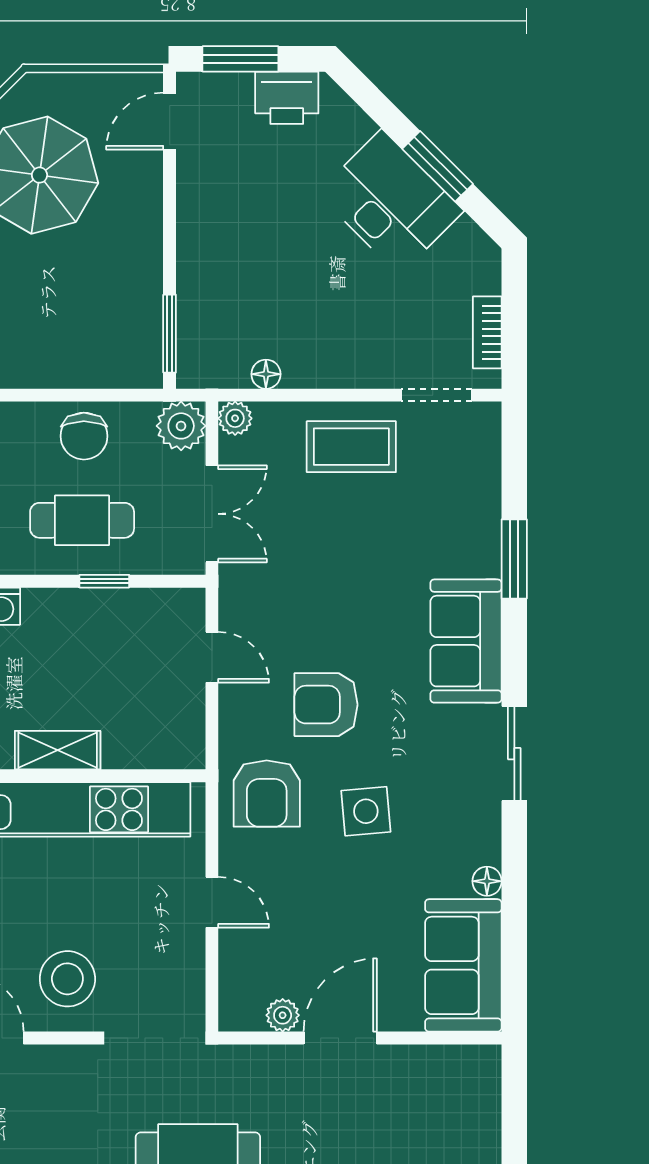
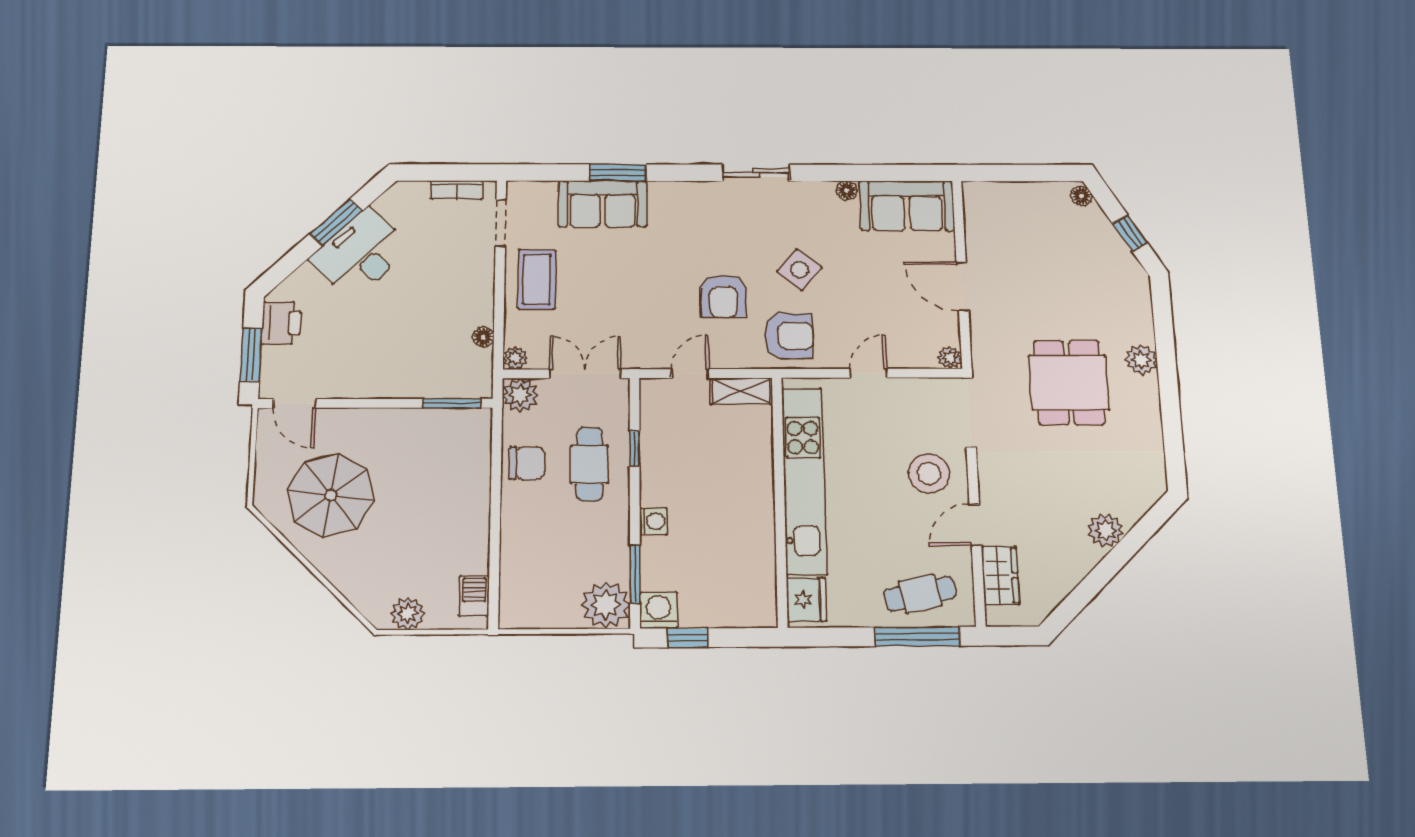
sofa: (466, 641) -> (603, 204), moved
shelving: (58, 750) -> (741, 391), moved, turned 90
side table: (366, 811) -> (799, 270), turned 45
plant: (283, 1015) -> (950, 358), moved

